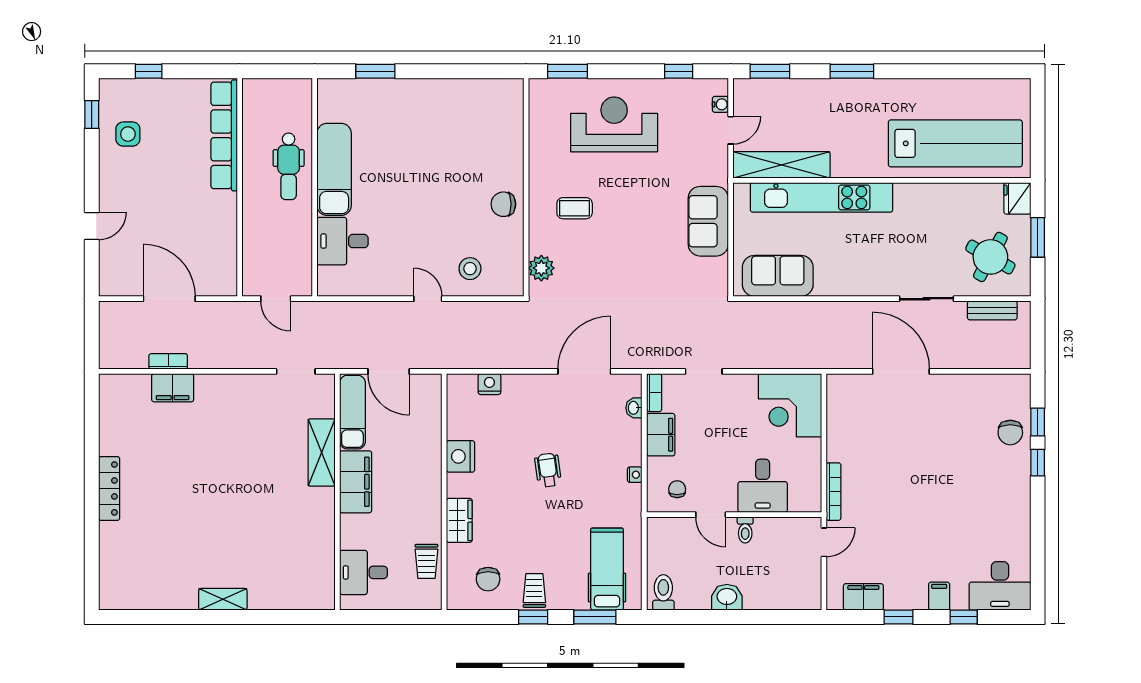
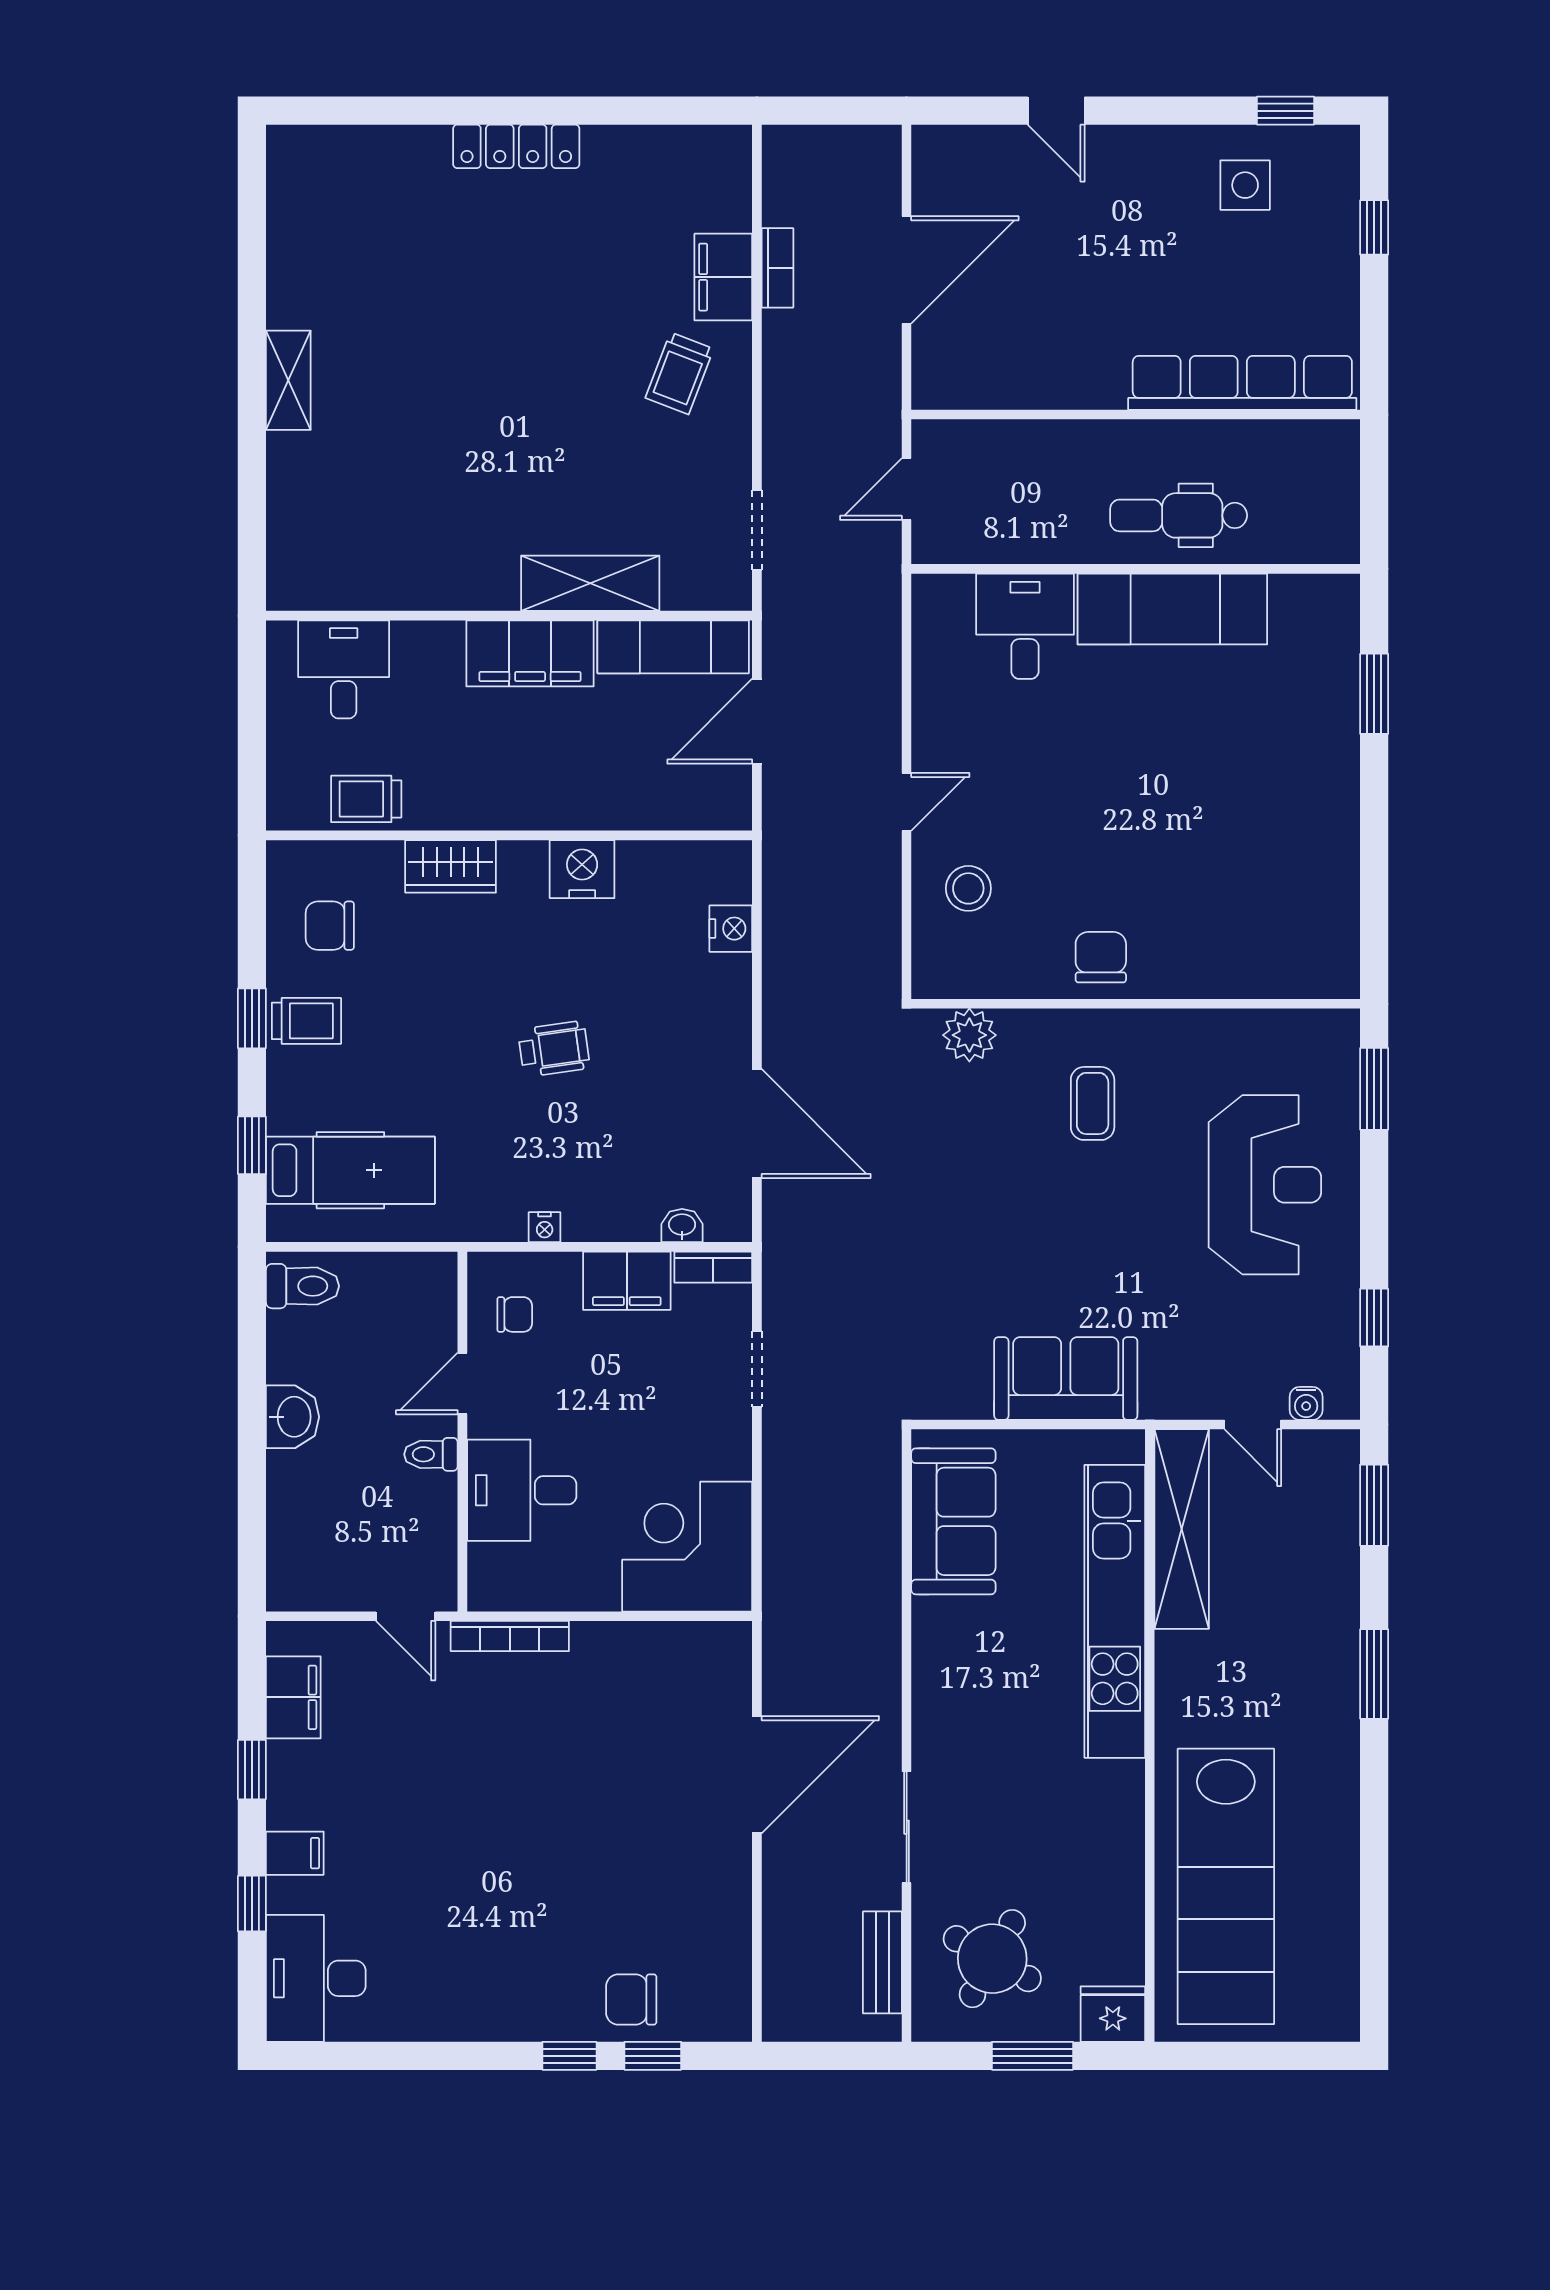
trolley: (219, 409) -> (679, 373), added
window: (595, 617) -> (252, 1145), width x0.67

